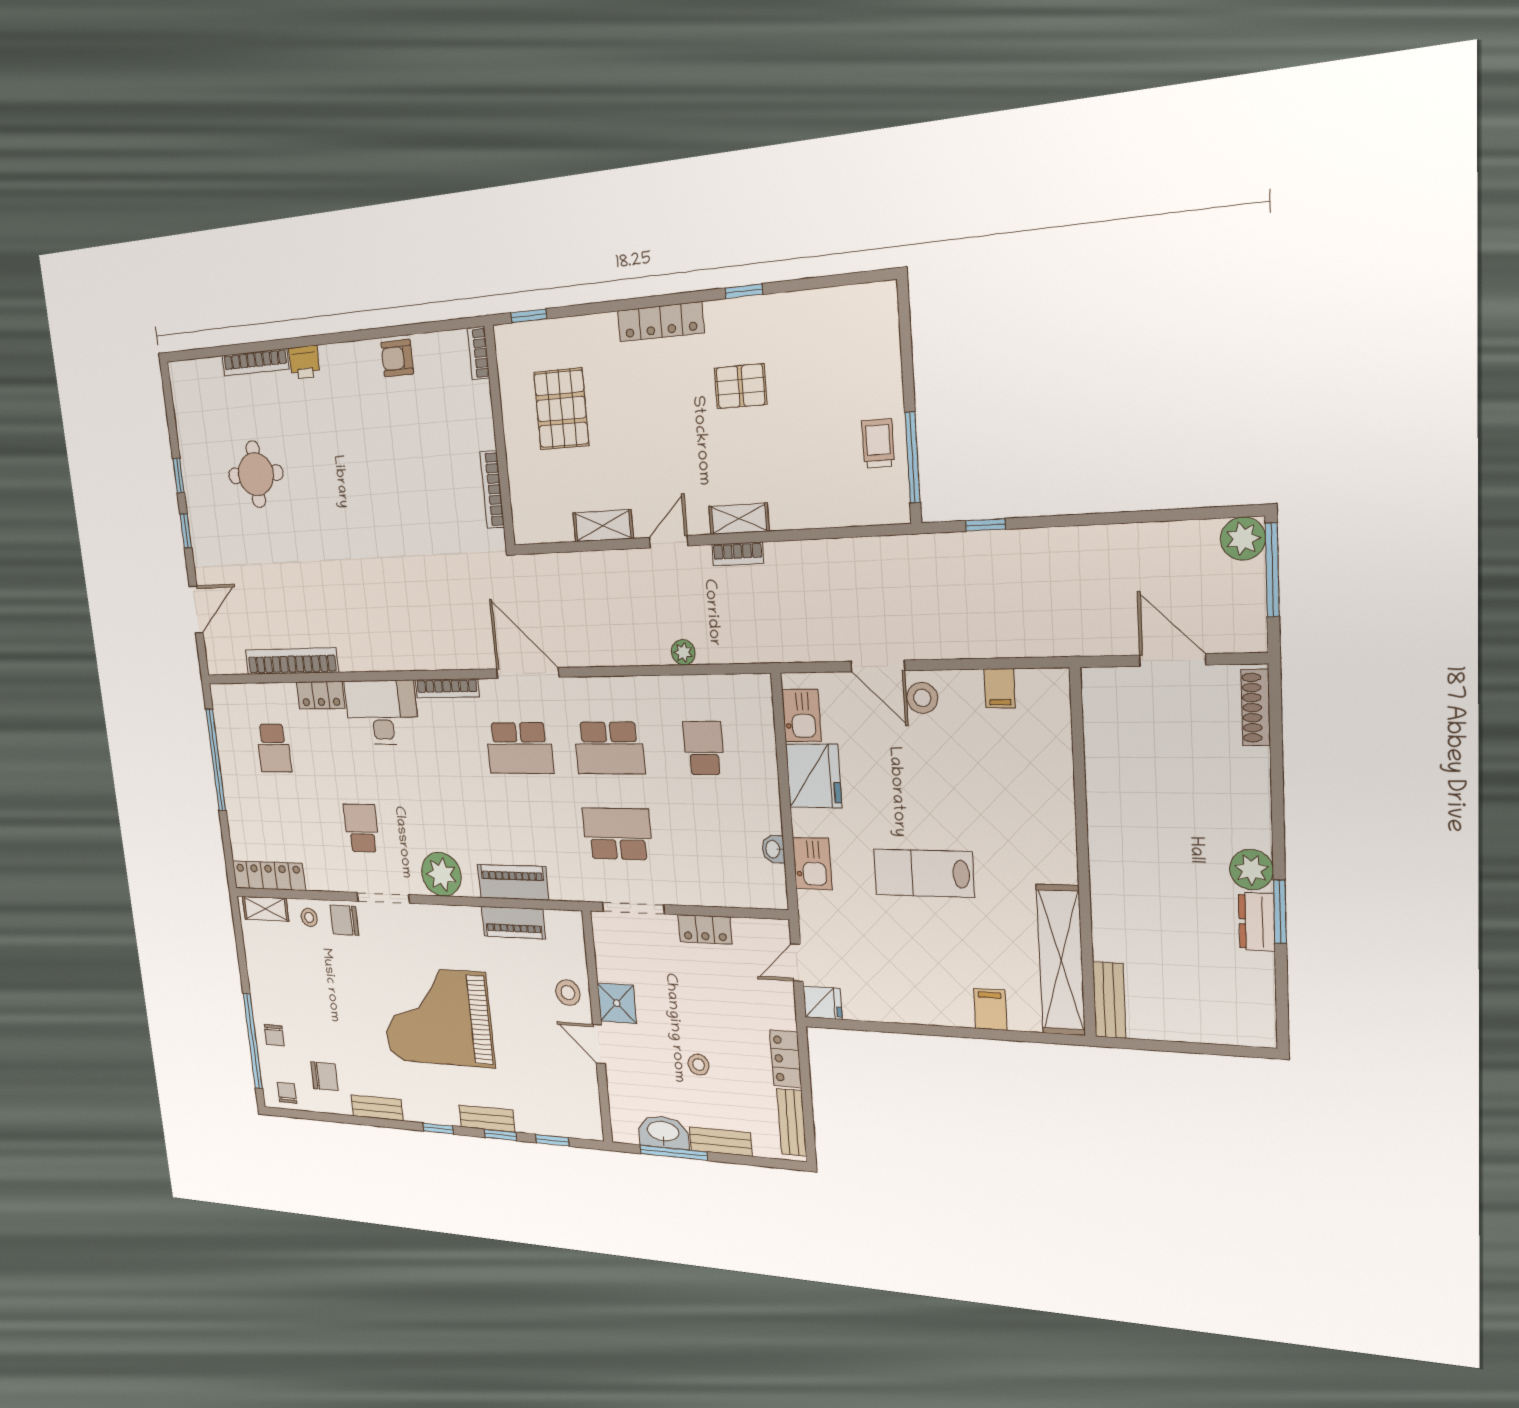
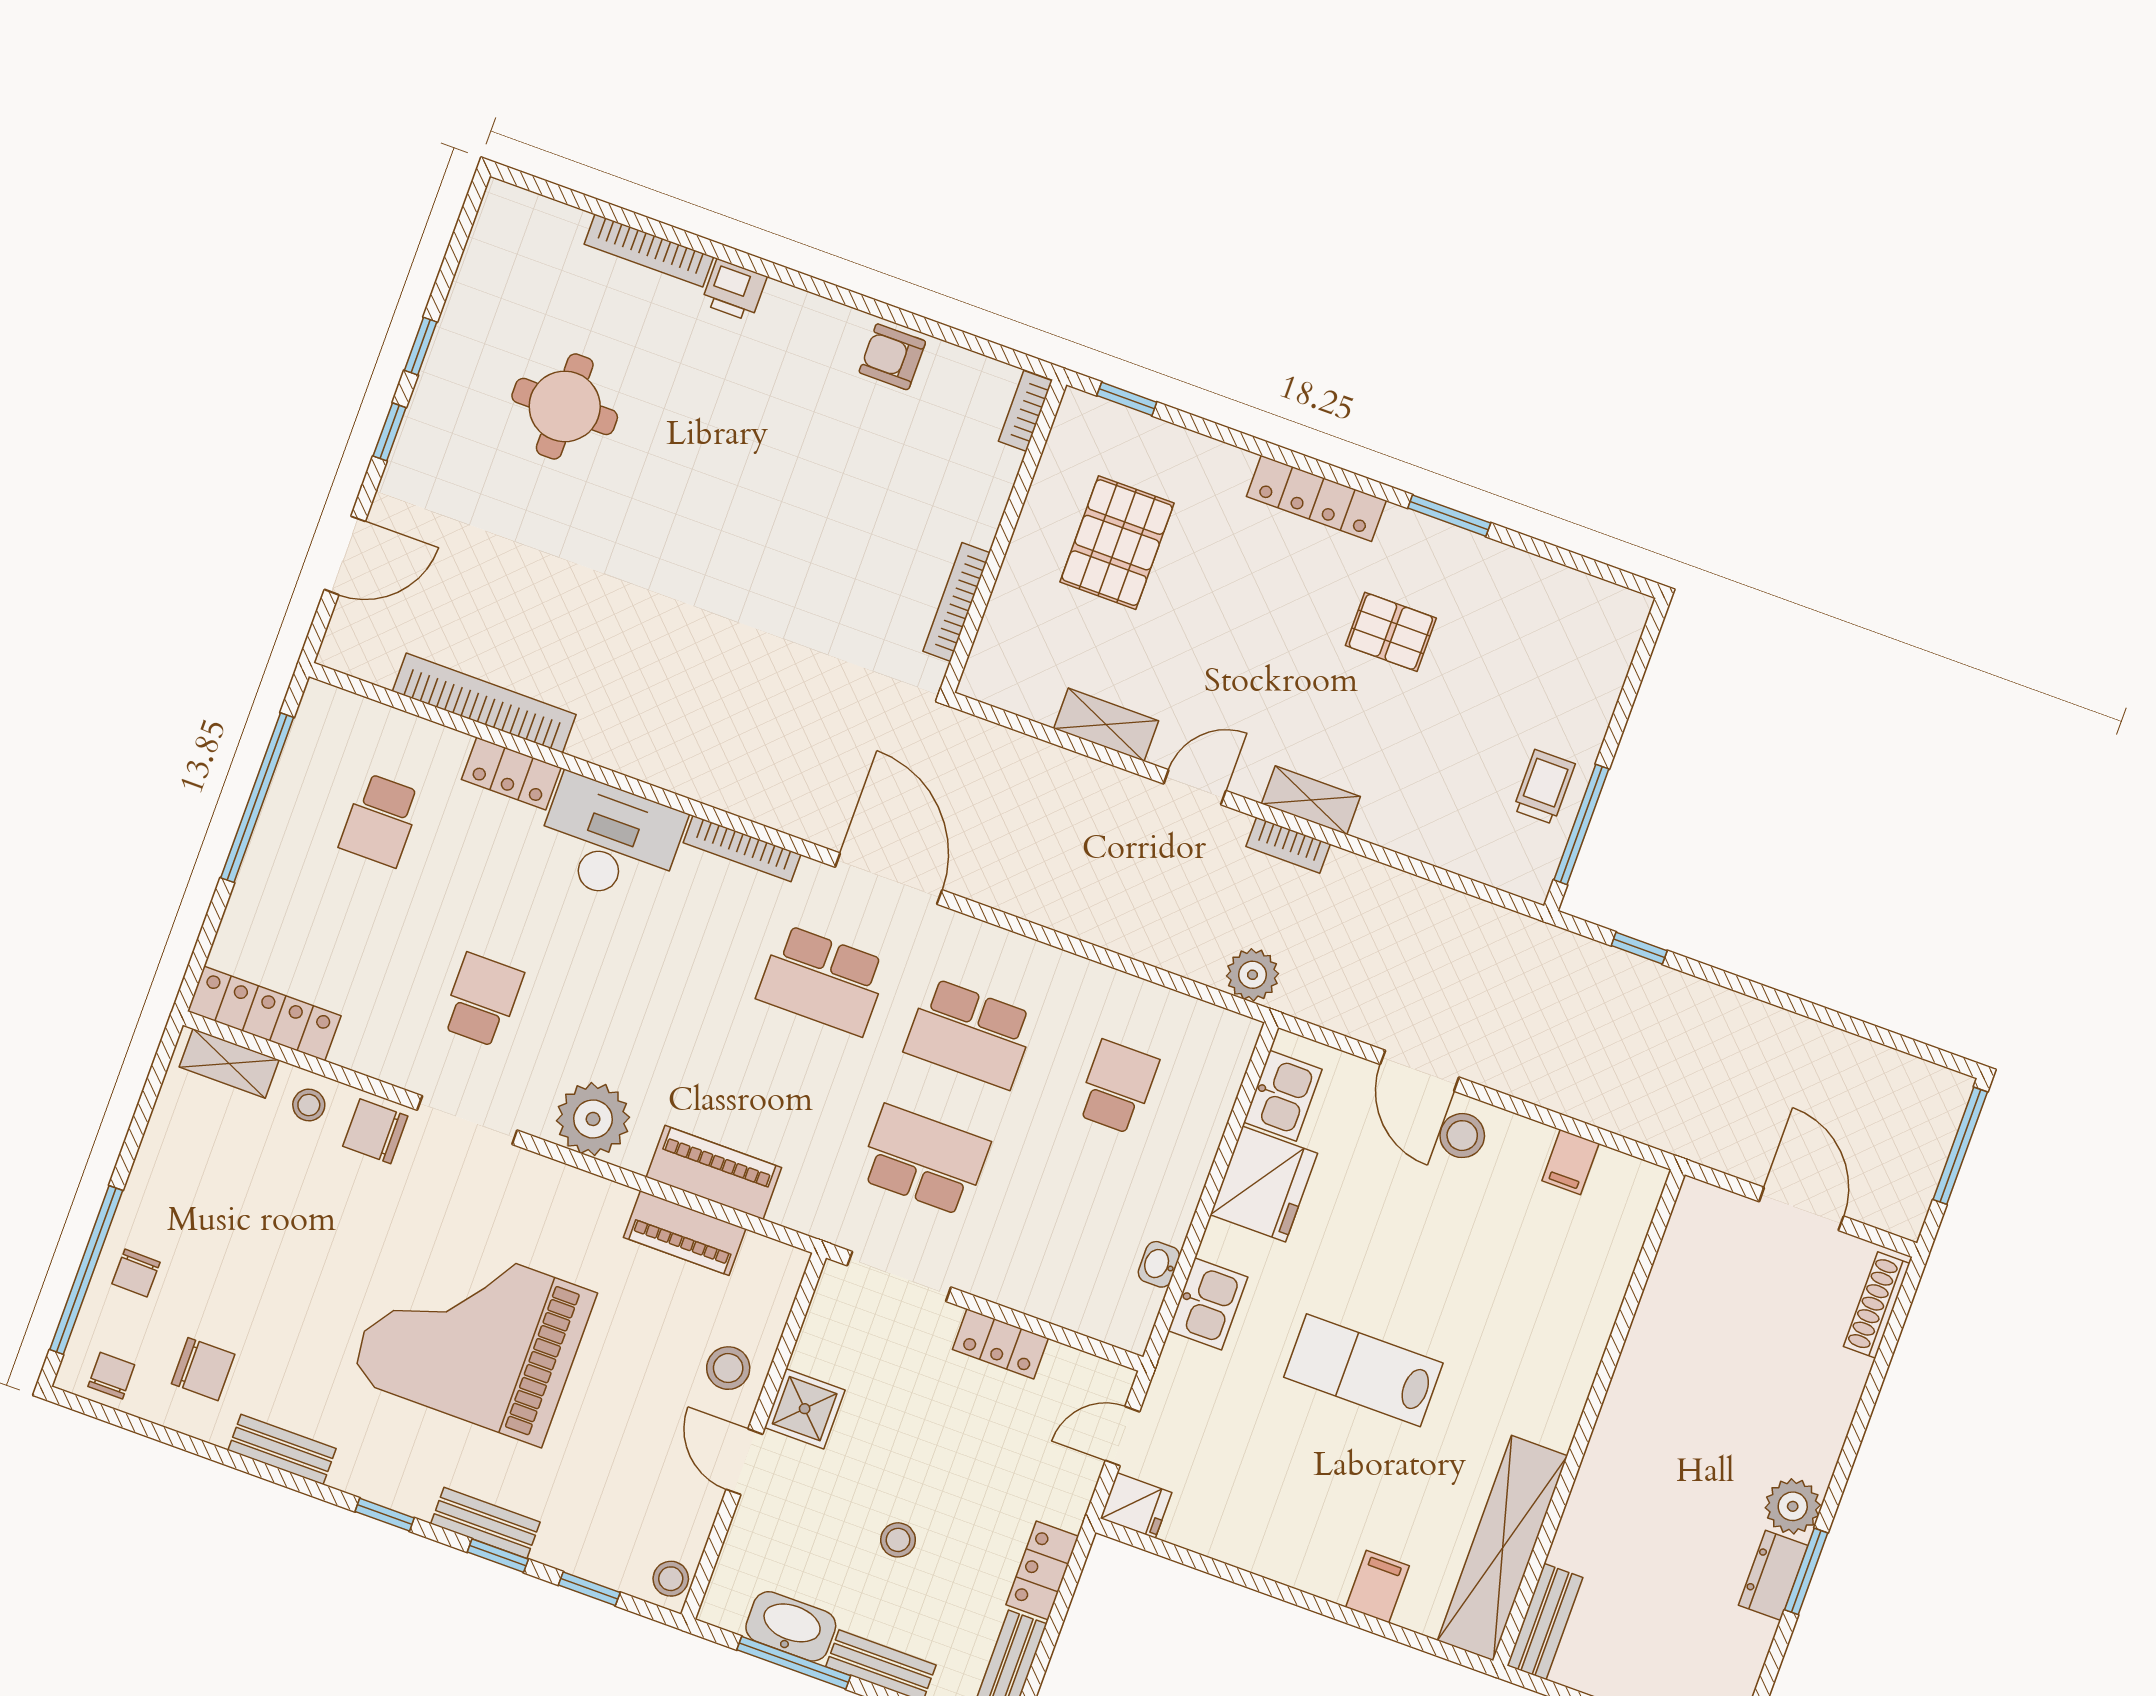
window: (744, 291) -> (1449, 516), width x1.50
plant: (1243, 539) -> (1942, 1095), removed
plant: (683, 652) -> (1252, 975), moved, width x1.38, depth x1.38
stool: (590, 1123) -> (671, 1579), added

